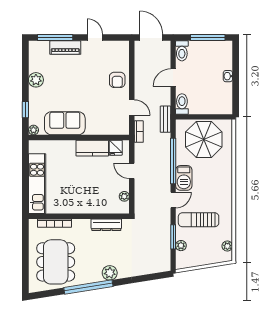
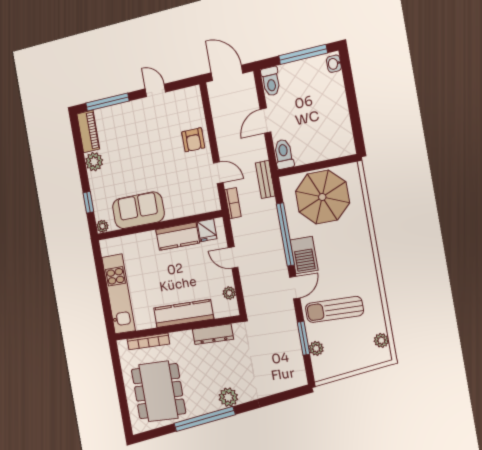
piano: (65, 48) -> (88, 131), moved, turned -90
washbasin: (228, 76) -> (334, 64), moved
kitchen counter: (86, 206) -> (183, 313), added

